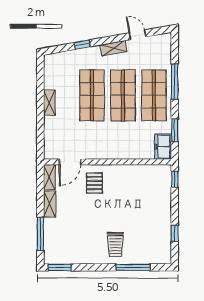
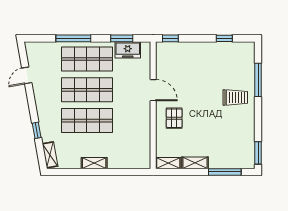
shelving: (113, 48) -> (50, 155), moved
freezer: (163, 147) -> (128, 50), moved
door: (70, 162) -> (153, 90), moved
pallet: (94, 183) -> (174, 118), turned 90

